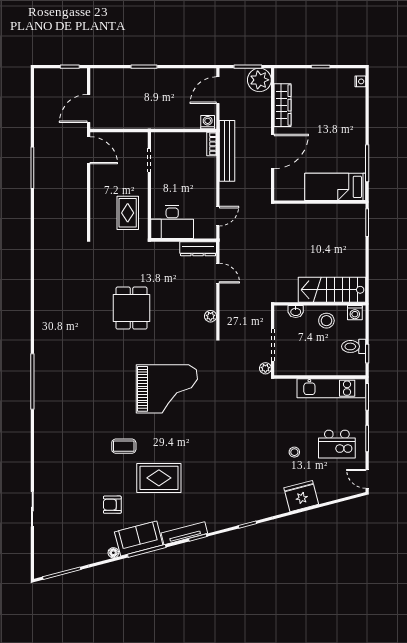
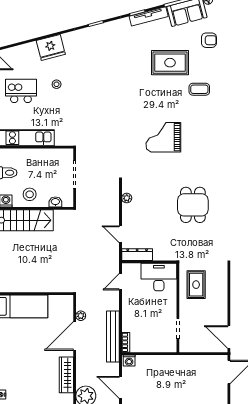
door: (218, 90) -> (120, 387), swing flipped
plant: (265, 368) -> (81, 316), moved
grand piano: (167, 389) -> (163, 137), width x0.73, depth x0.68

